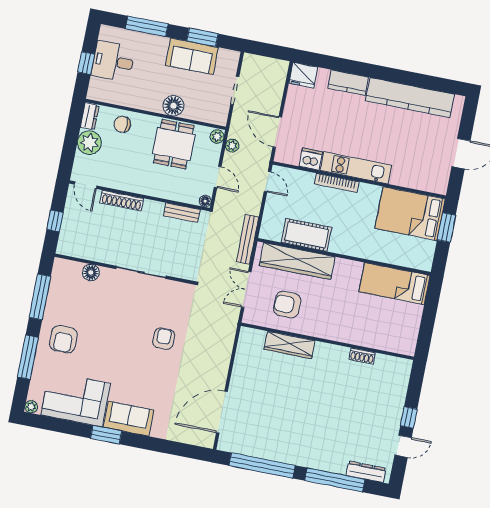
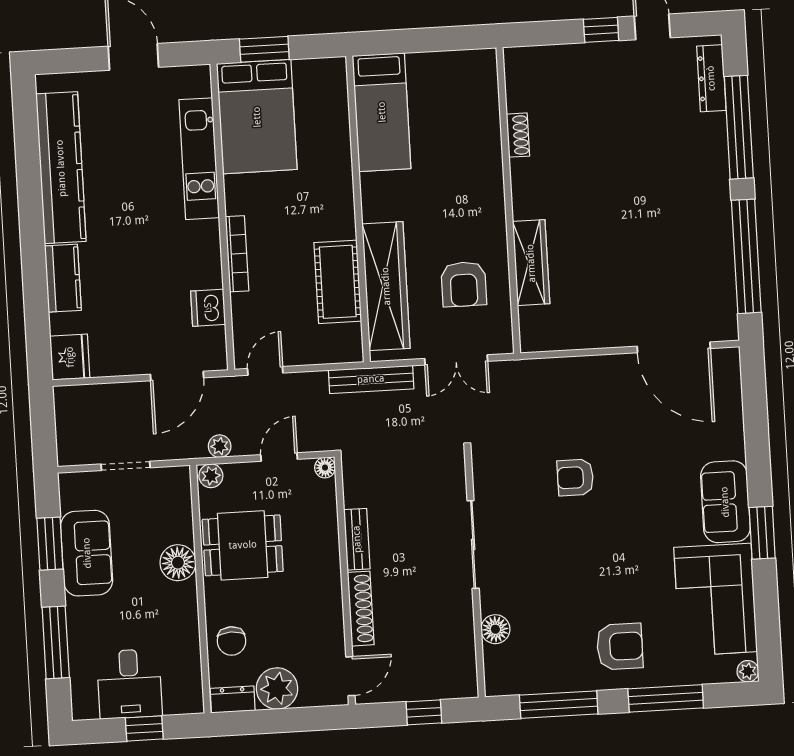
kitchen unit: (356, 168) -> (199, 159), moved
bench: (182, 213) -> (357, 539), moved

